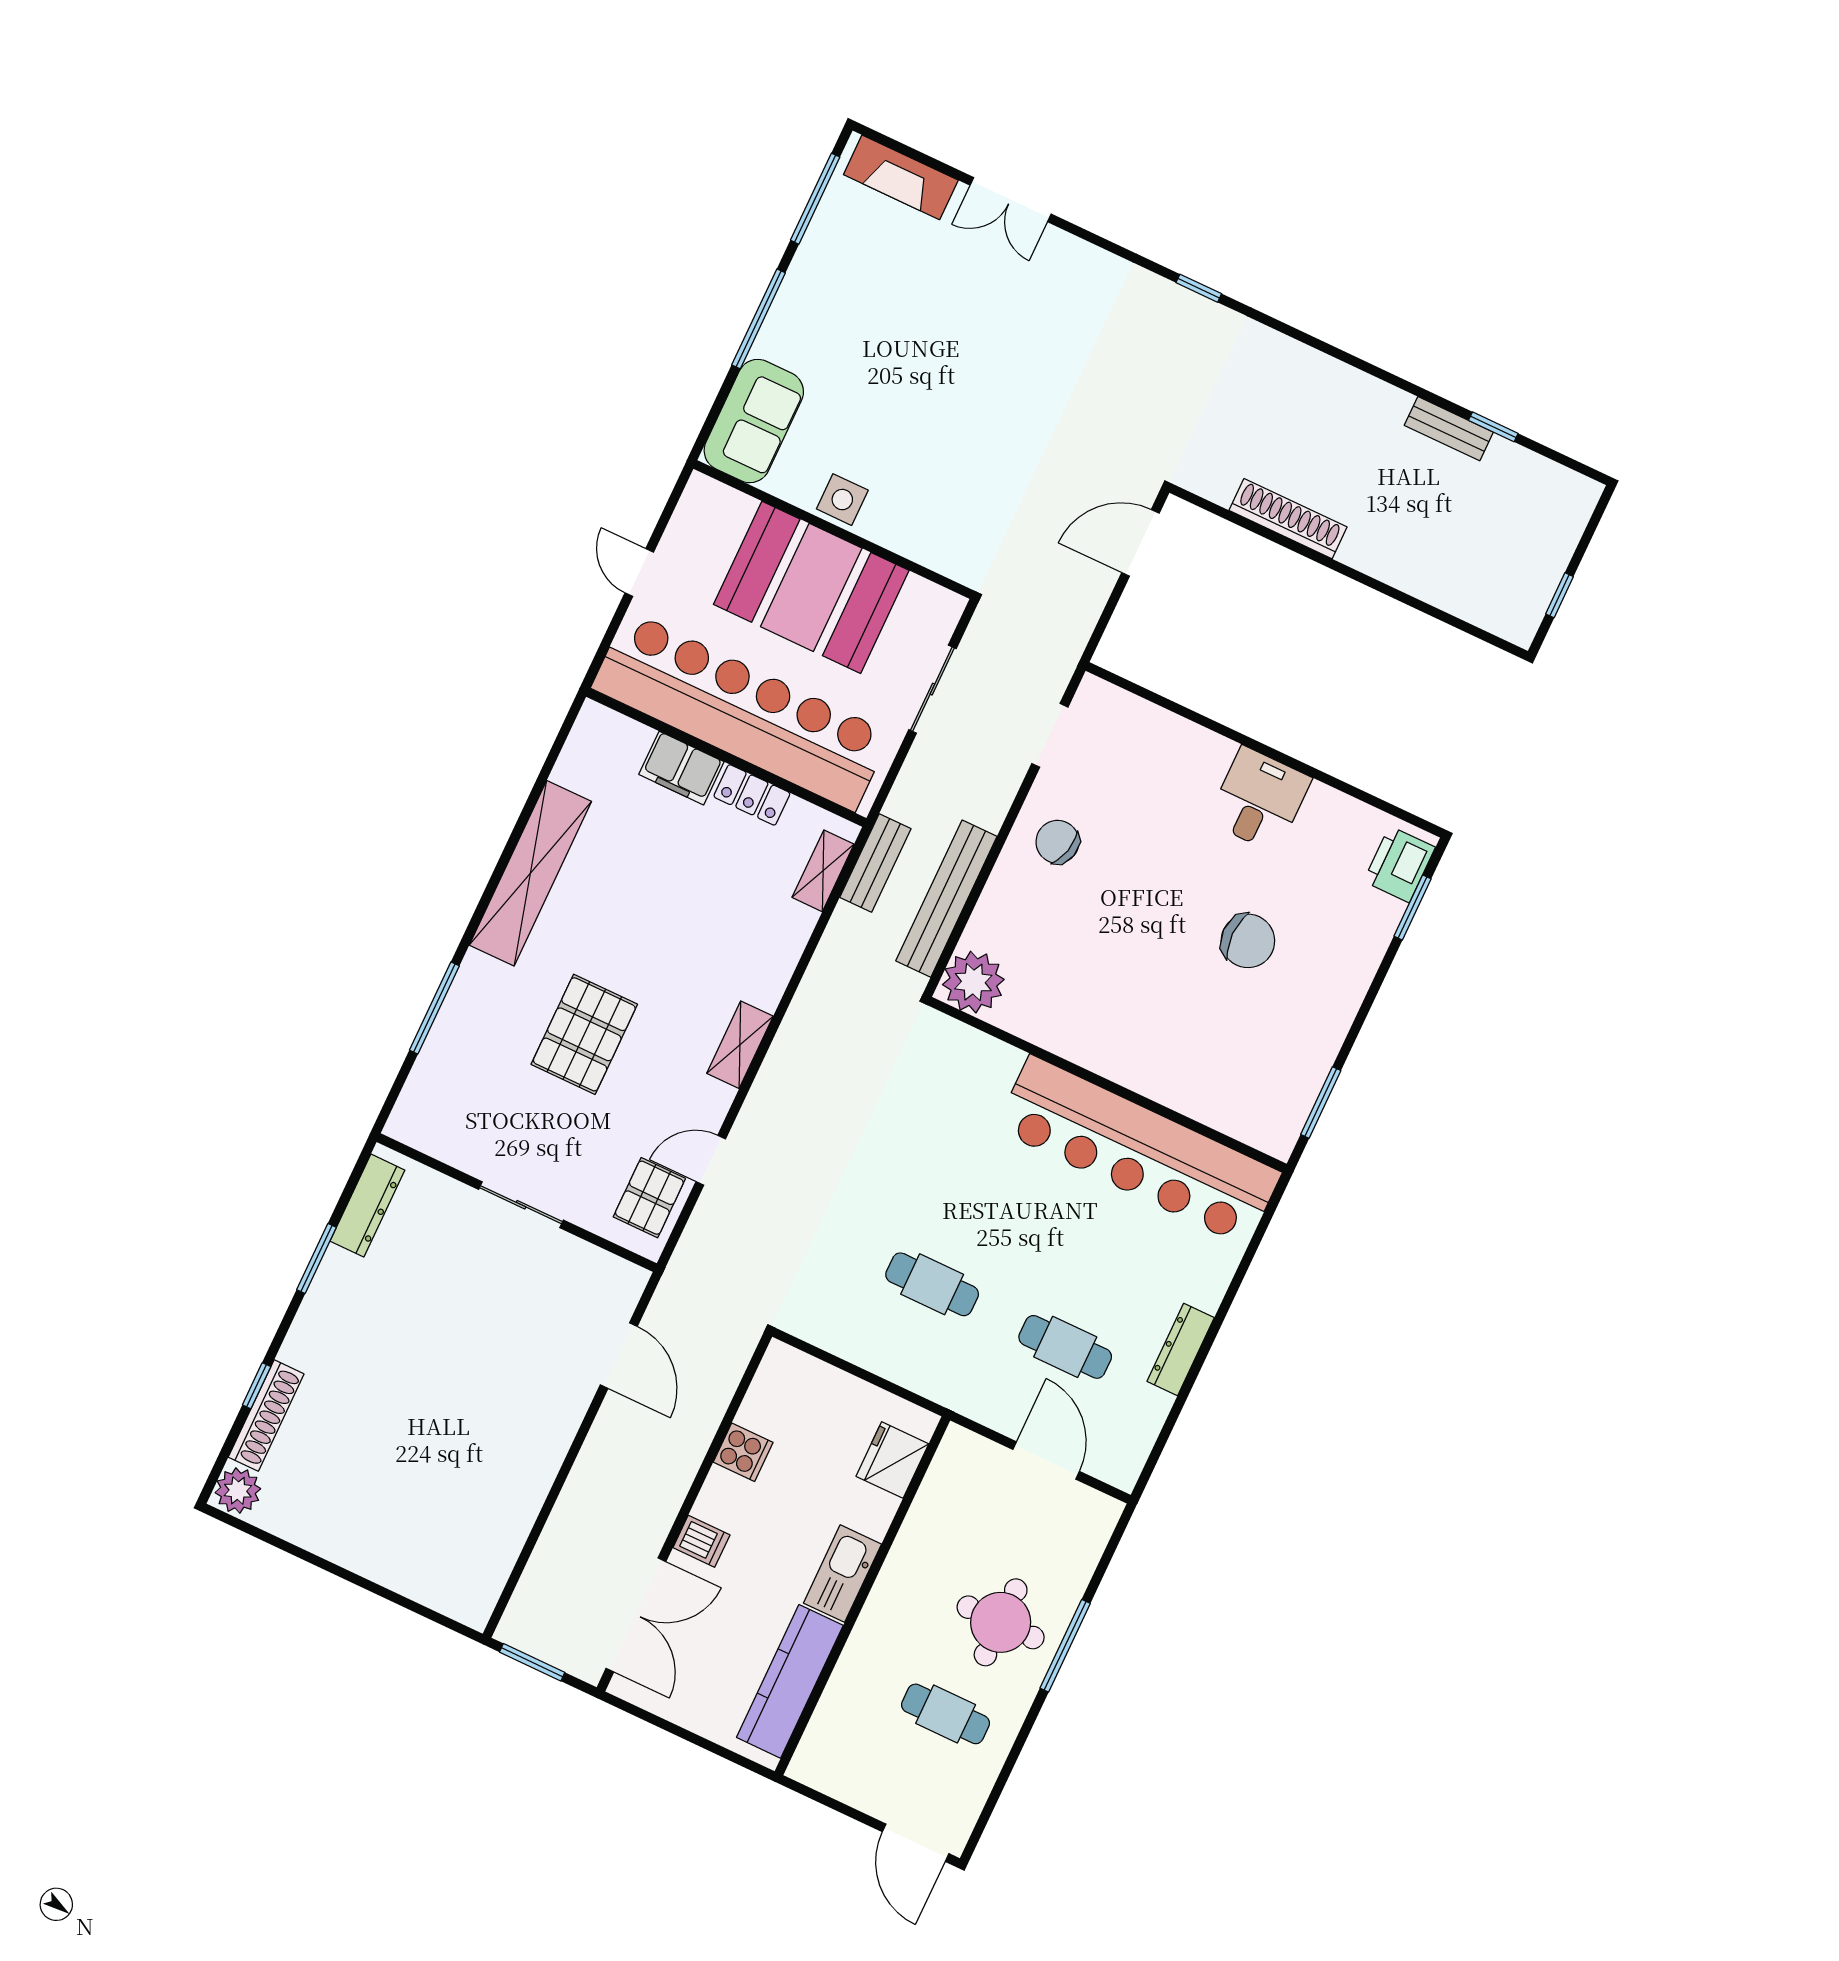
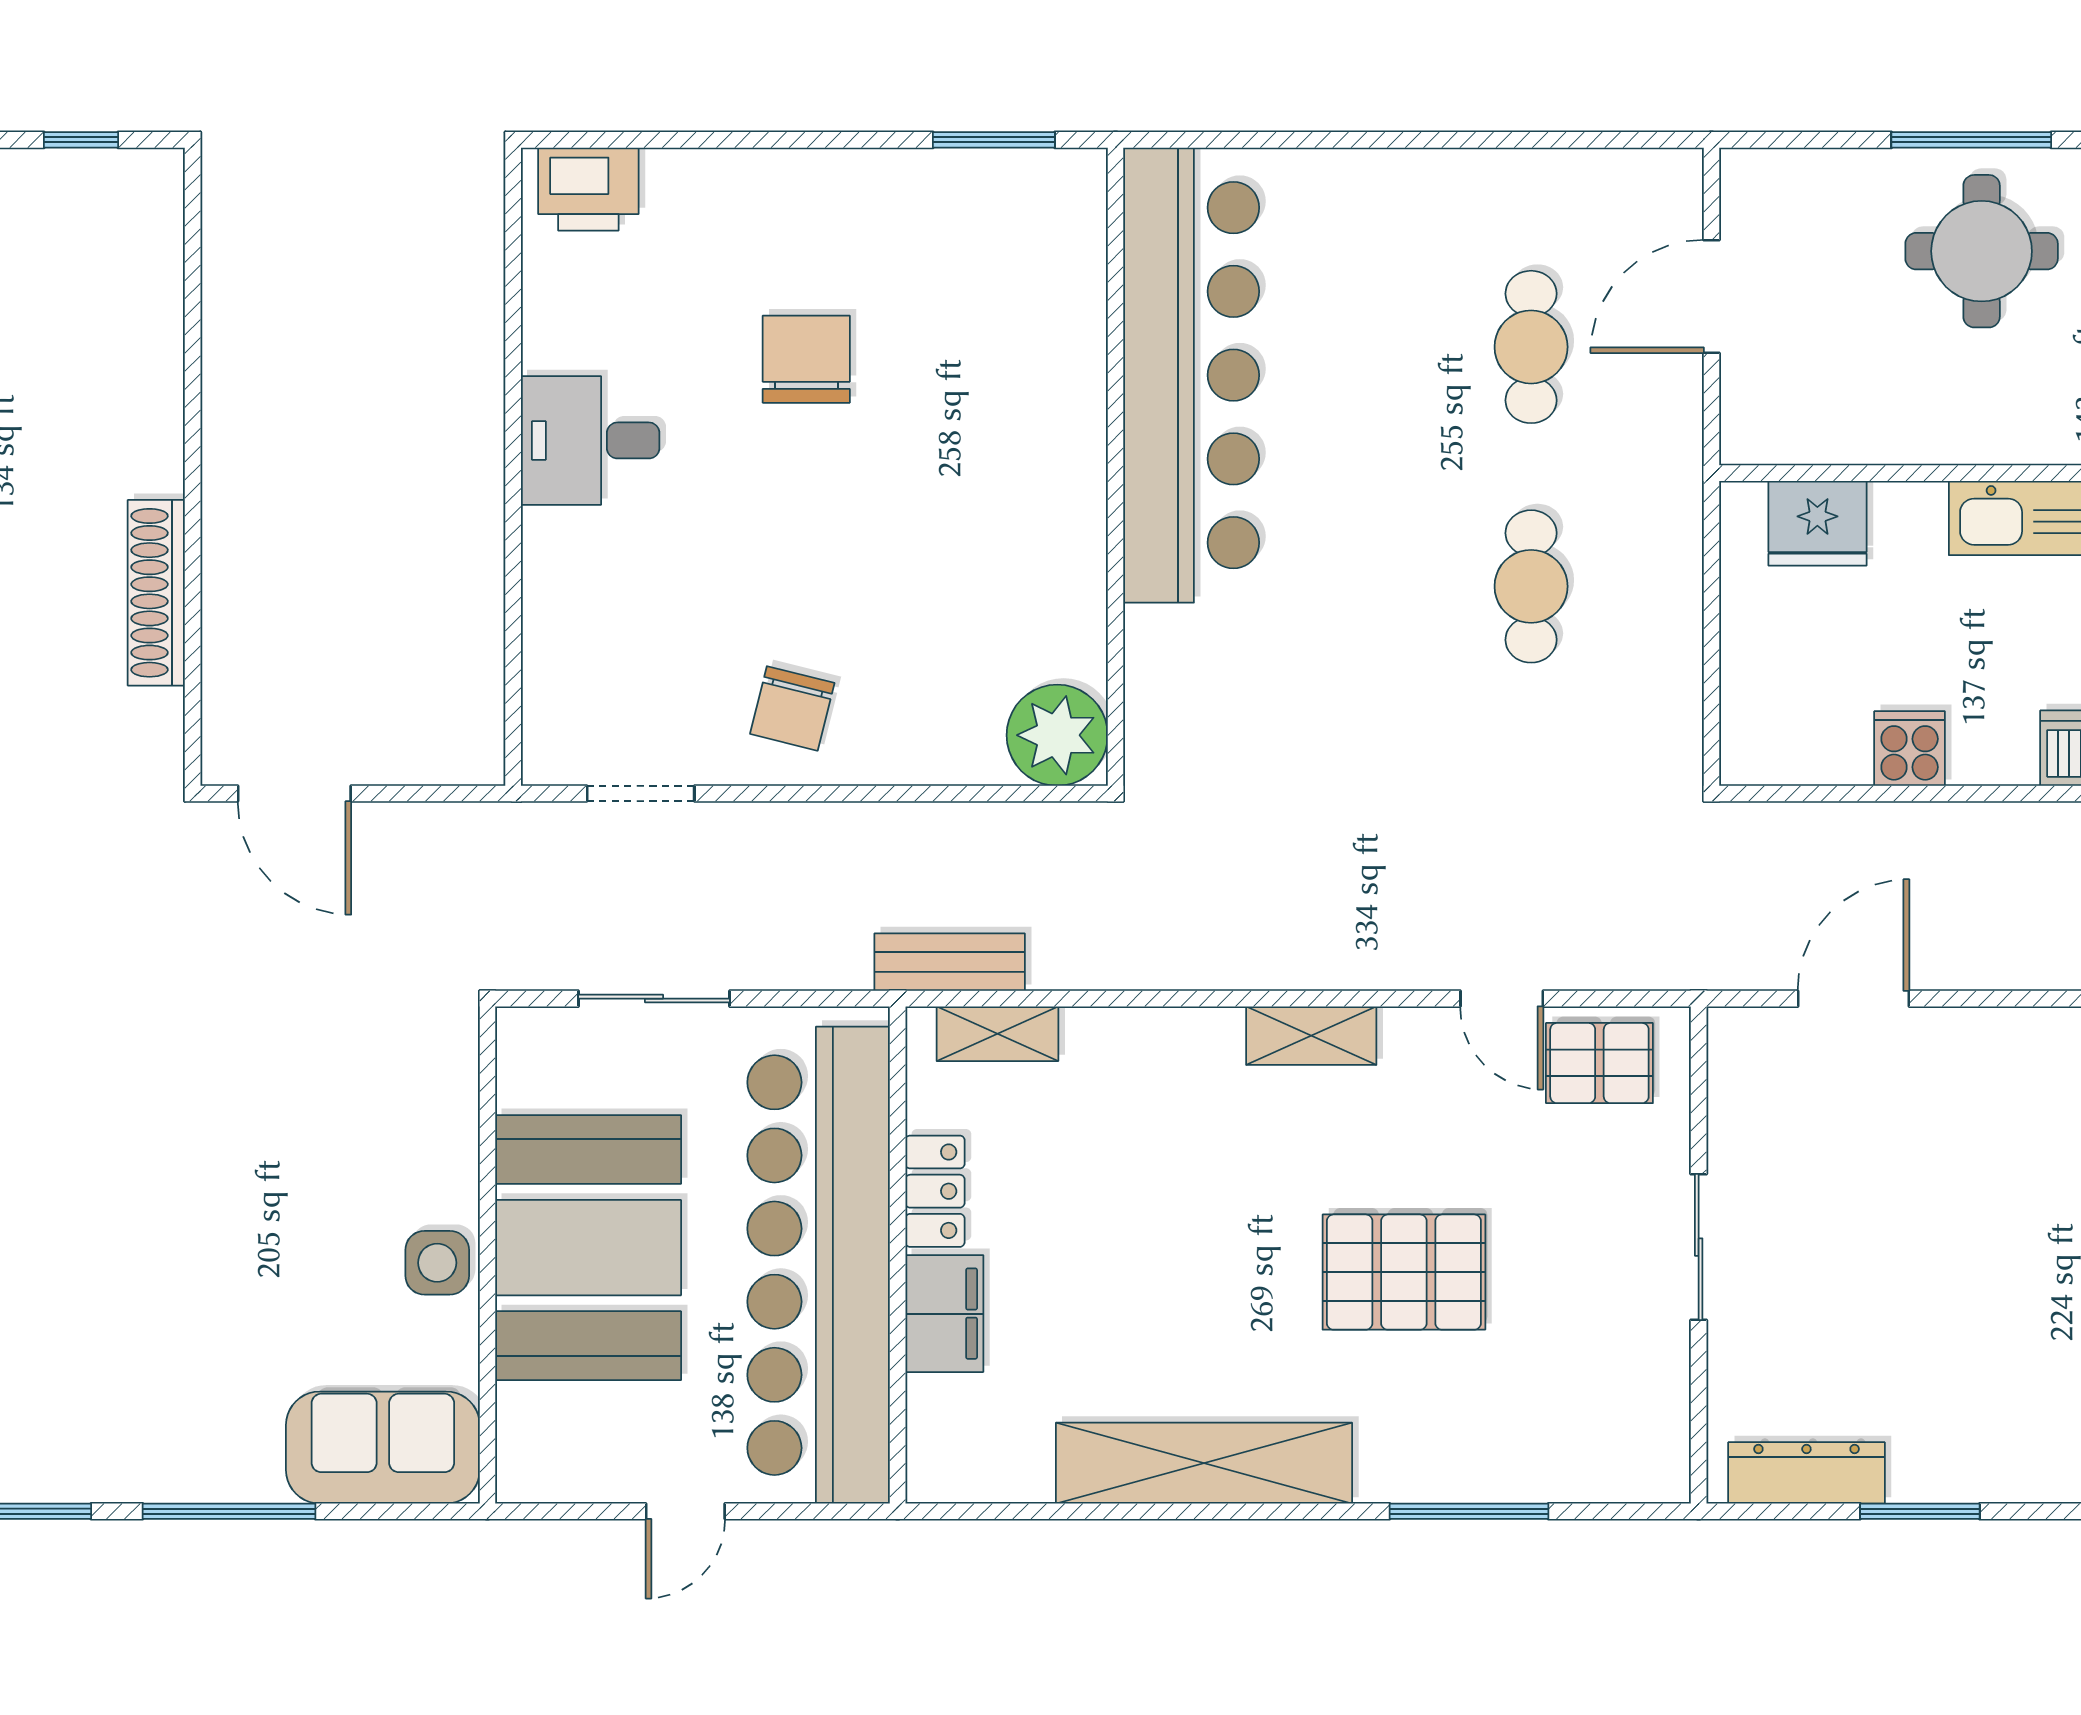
bench: (946, 899) -> (953, 833), removed
window: (1413, 907) -> (643, 140), removed
dresser: (1181, 1349) -> (1455, 175), removed

